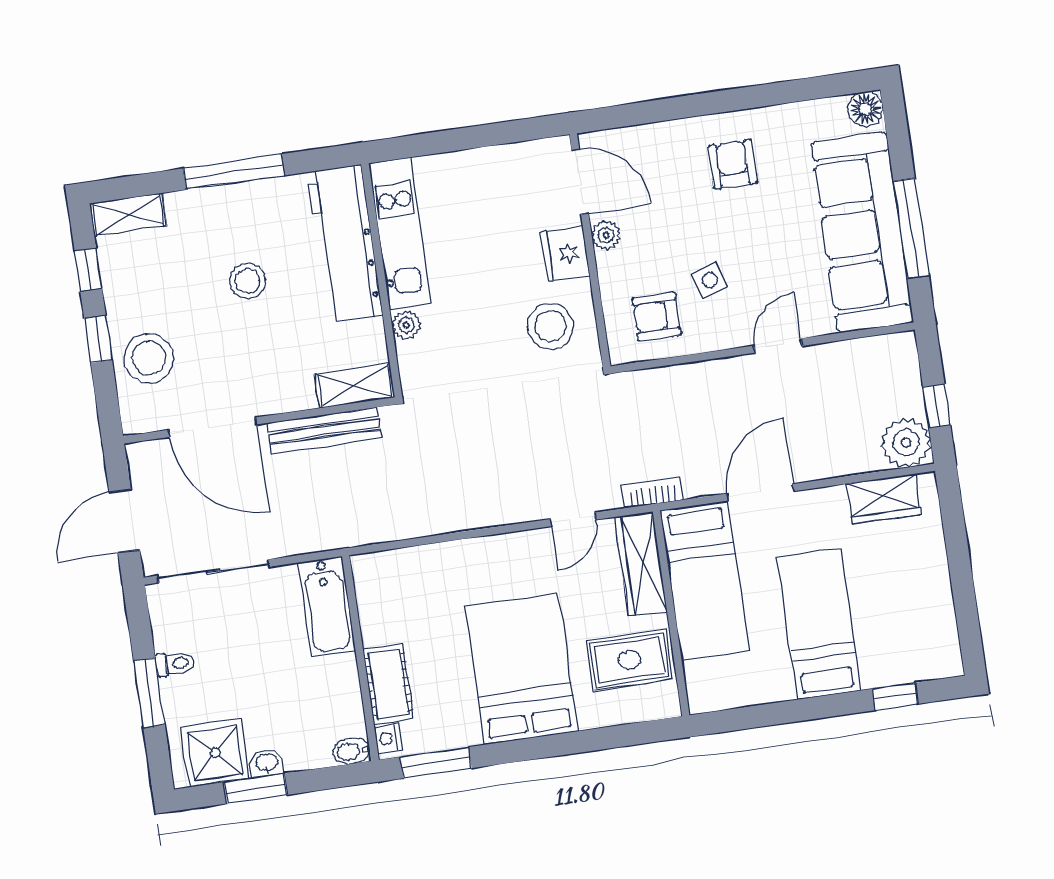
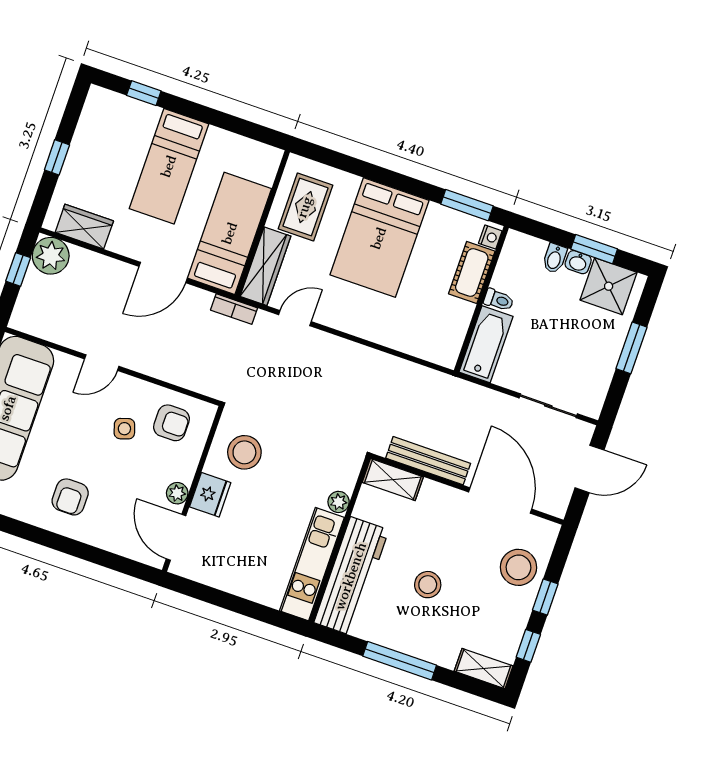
window: (960, 565) -> (57, 157), added
sliding door: (213, 571) -> (548, 406), width x0.73
rug: (629, 660) -> (305, 207), turned 90
toilet: (175, 664) -> (499, 300), moved, turned 180
bidet: (351, 751) -> (555, 258), moved, turned 90

